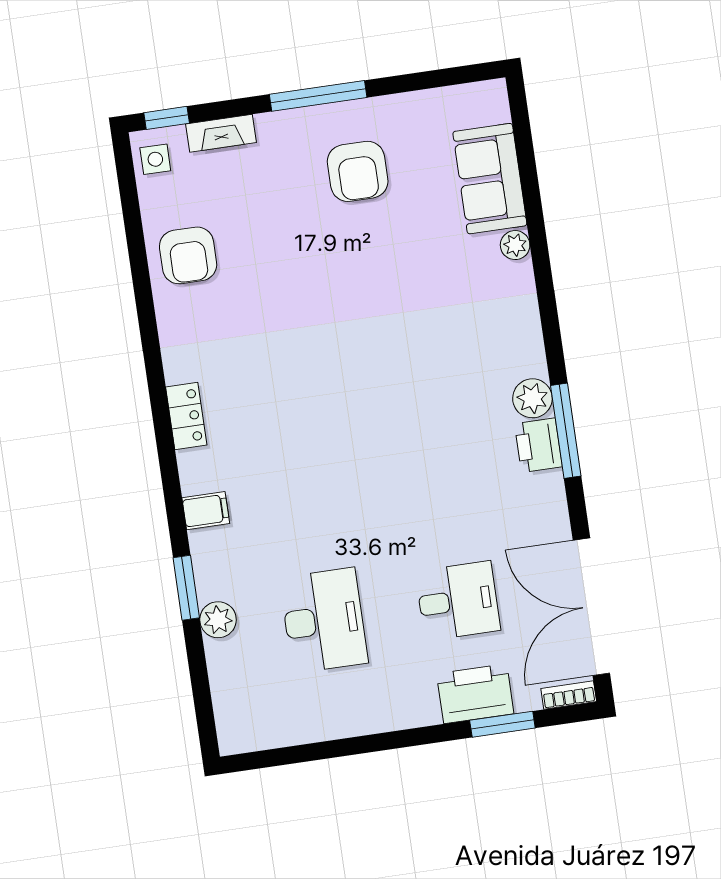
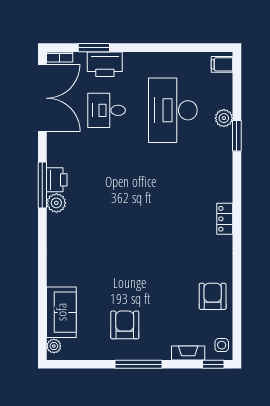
plant: (515, 245) -> (54, 346), moved
filing cabinet: (206, 511) -> (222, 64), moved
desk: (324, 620) -> (173, 110), width x1.36, depth x1.30

